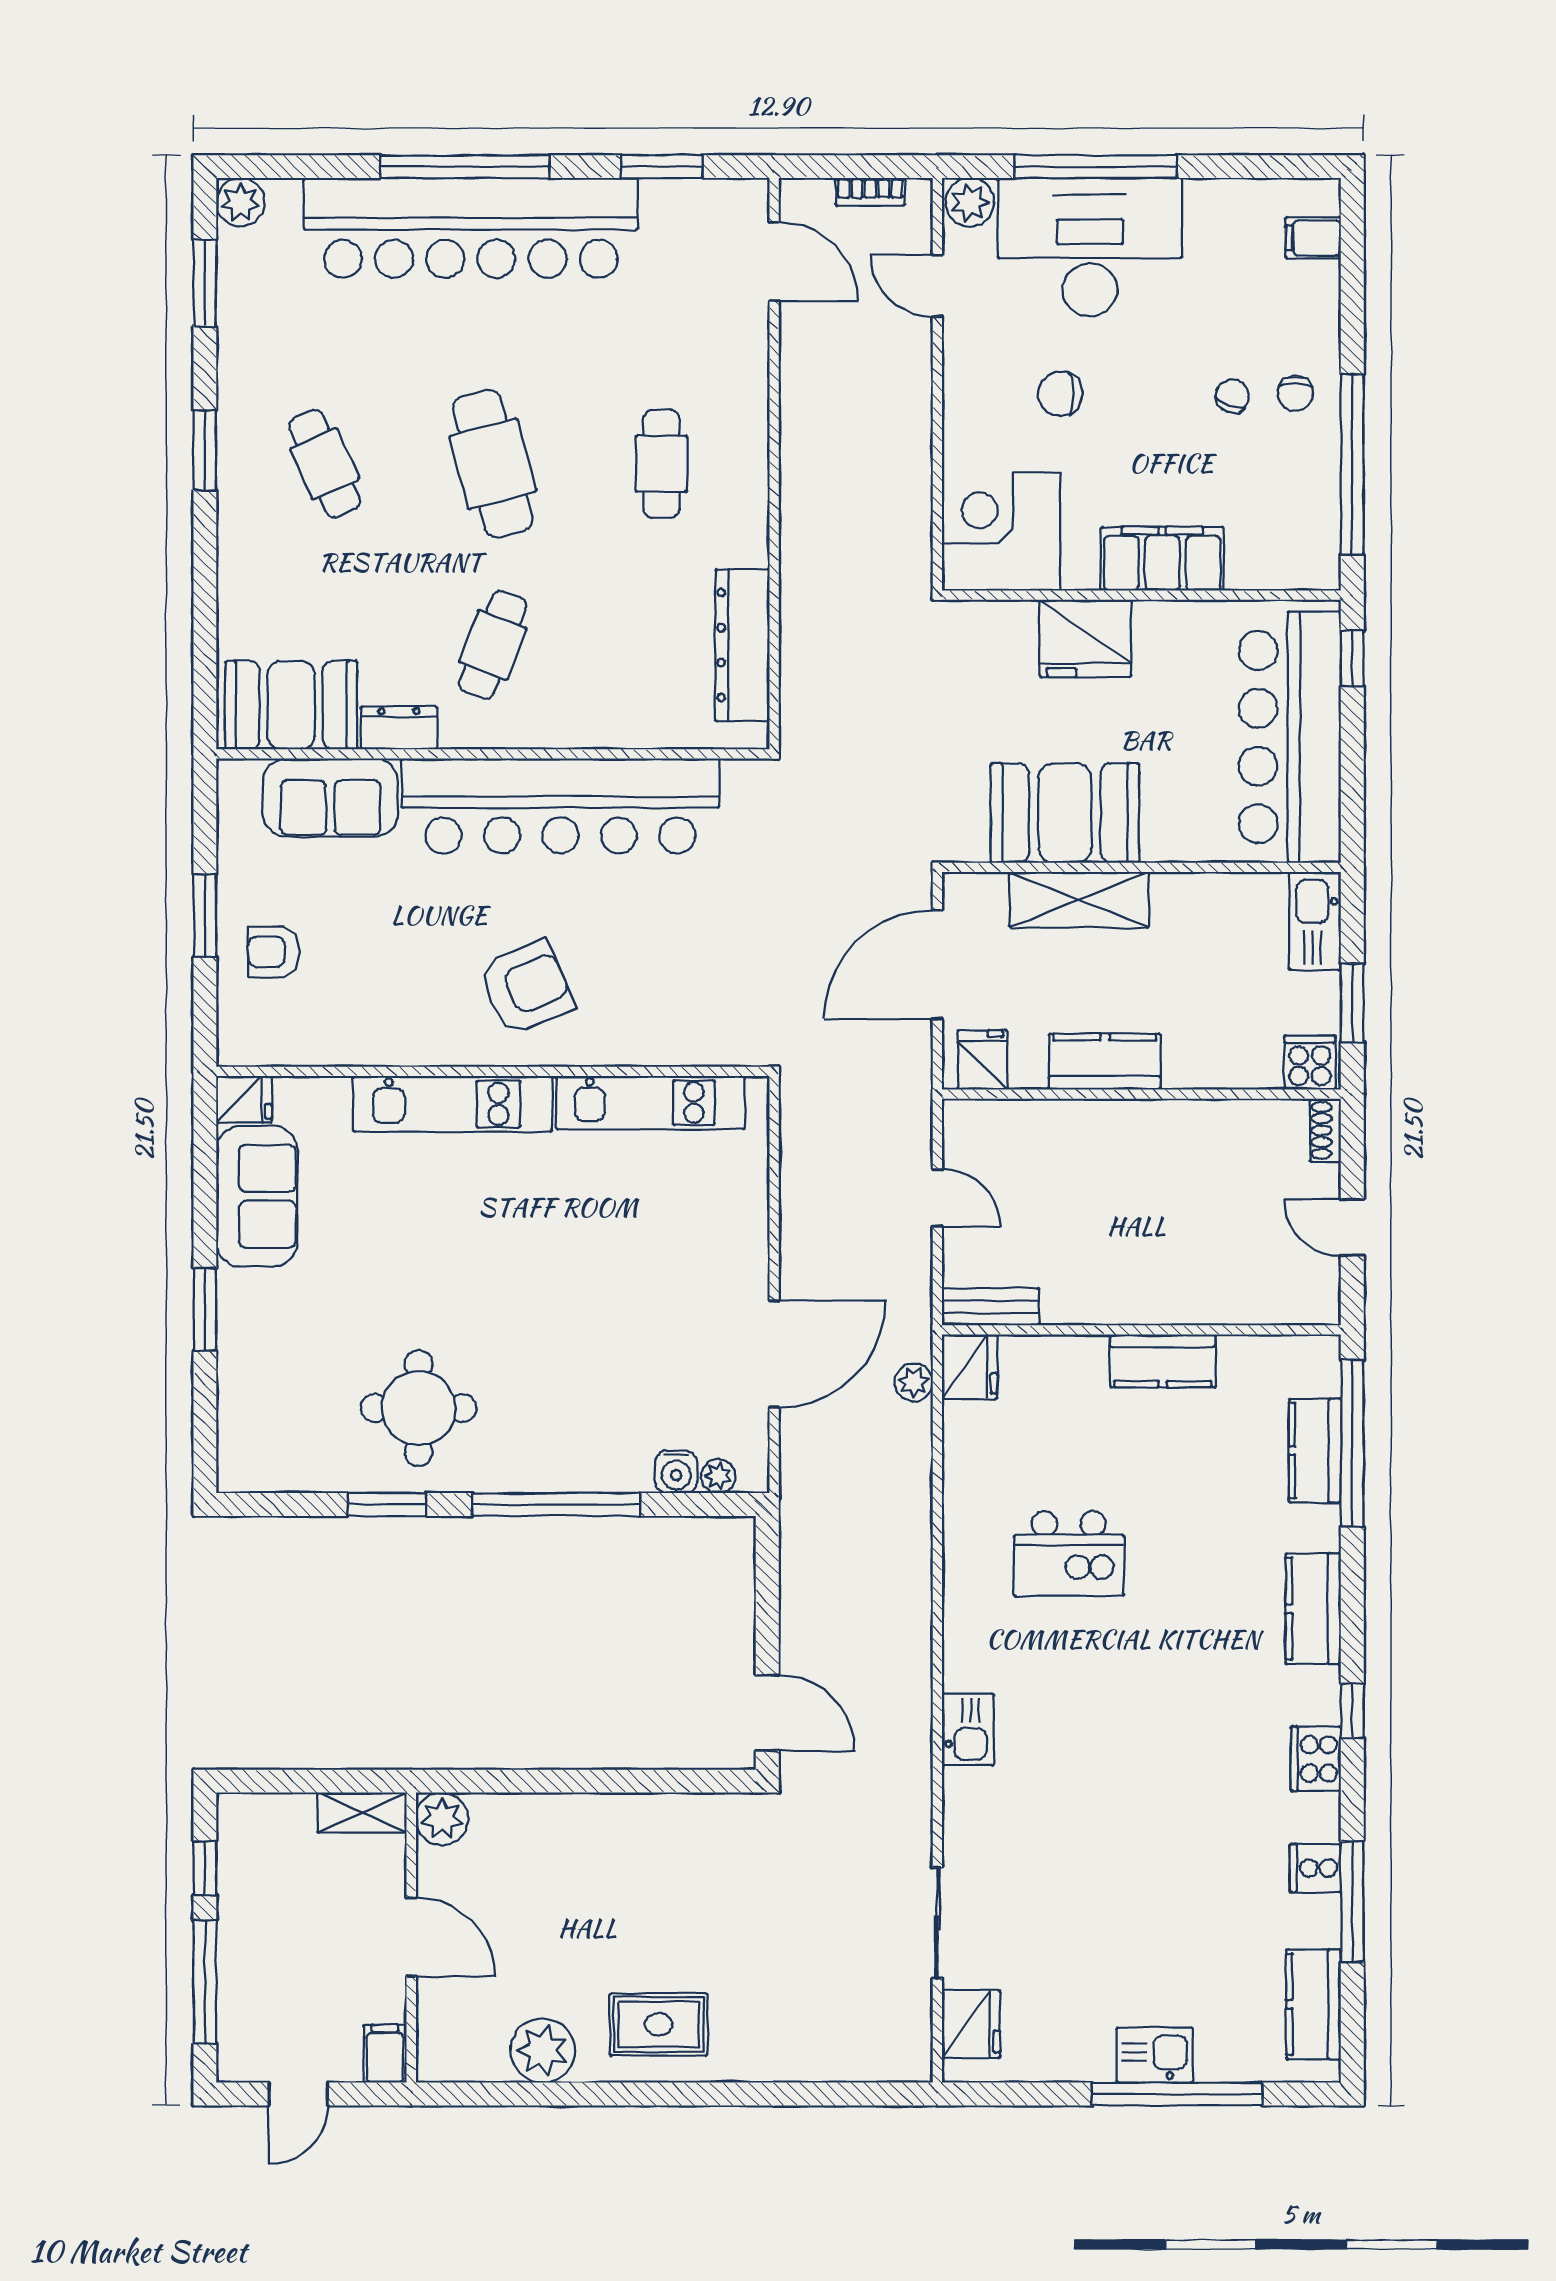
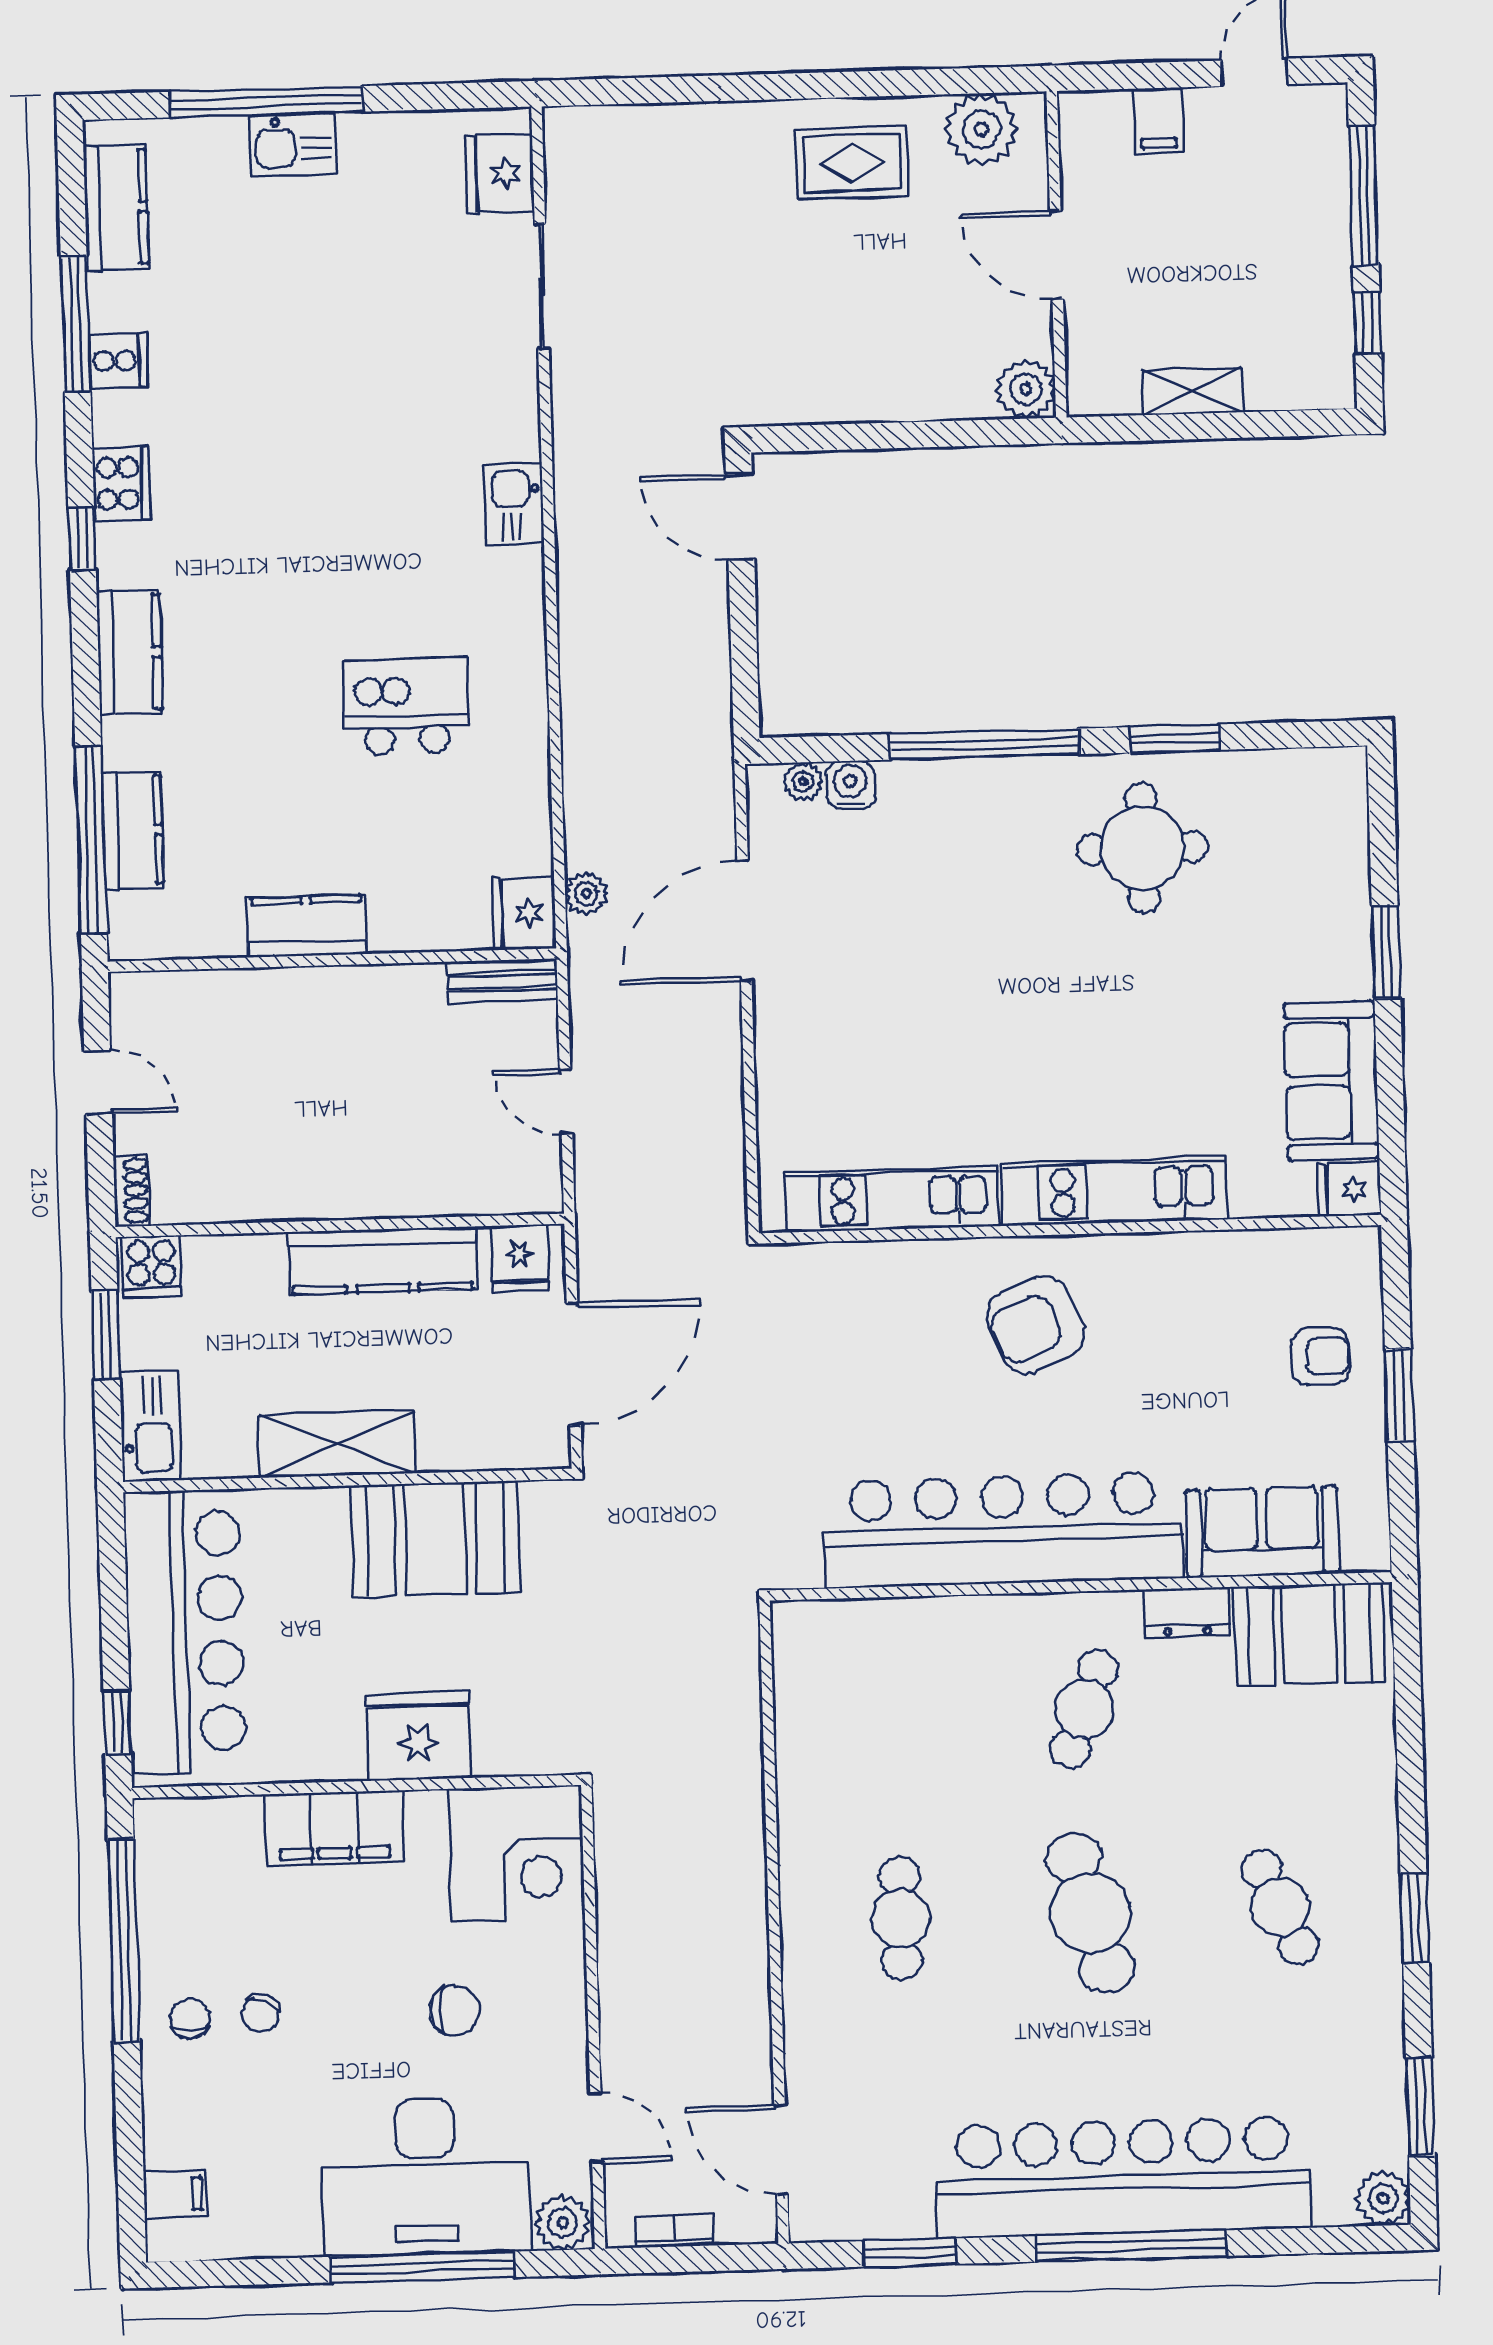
dresser: (742, 645) -> (804, 1717), removed
shelving: (1079, 900) -> (337, 1444), moved
kitchen counter: (1105, 1062) -> (382, 1261), width x1.50
plant: (442, 1819) -> (1026, 389), moved
door: (411, 1937) -> (1056, 255), moved
wall: (411, 1938) -> (1056, 254), moved

